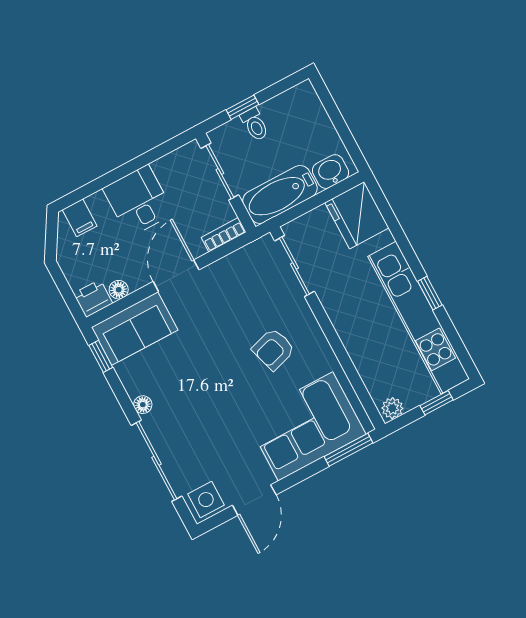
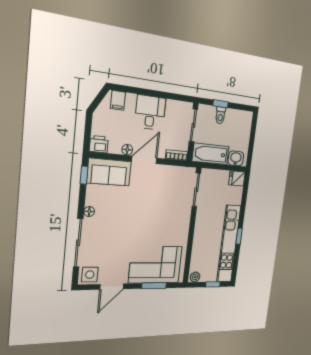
fridge: (357, 215) -> (237, 178), width x0.53, depth x0.75
floor lamp: (119, 290) -> (127, 150), moved
armchair: (273, 349) -> (164, 221), removed
window: (349, 450) -> (154, 286), moved

